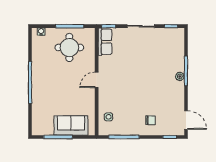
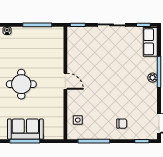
row of seats: (105, 42) -> (150, 42), moved, turned 180
round table: (69, 48) -> (21, 84), moved
door: (97, 80) -> (65, 81), swing flipped
sofa: (71, 126) -> (25, 129), moved

